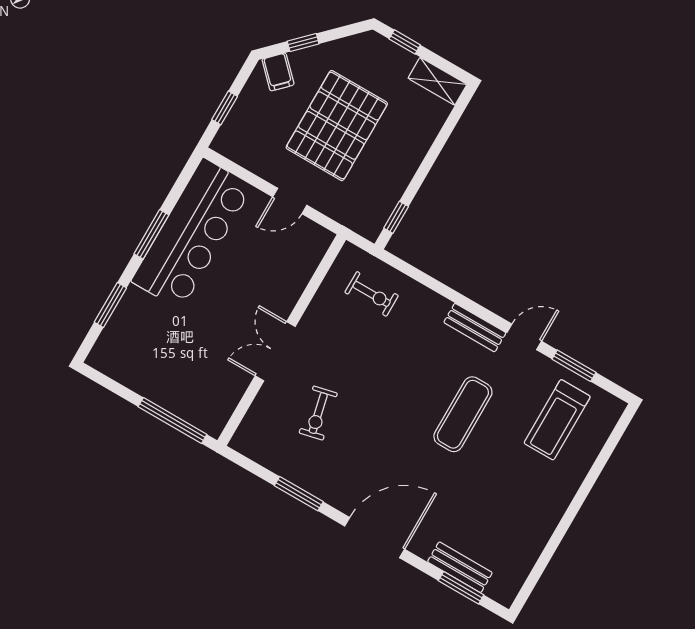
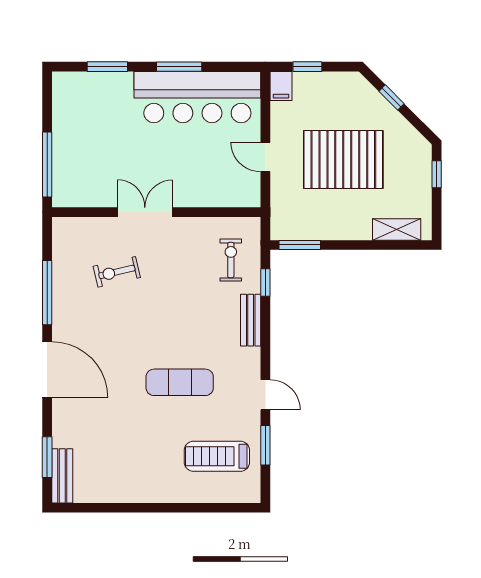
filing cabinet: (278, 72) -> (281, 86), moved, turned -45
shelving: (437, 81) -> (397, 230), moved, turned 90
window: (396, 217) -> (300, 245), width x1.50
window: (414, 273) -> (265, 282), added
exercise bike: (372, 294) -> (231, 260), turned 180
bench: (475, 328) -> (251, 320), moved
window: (299, 494) -> (47, 293), width x1.44
bench: (460, 567) -> (62, 476), moved

